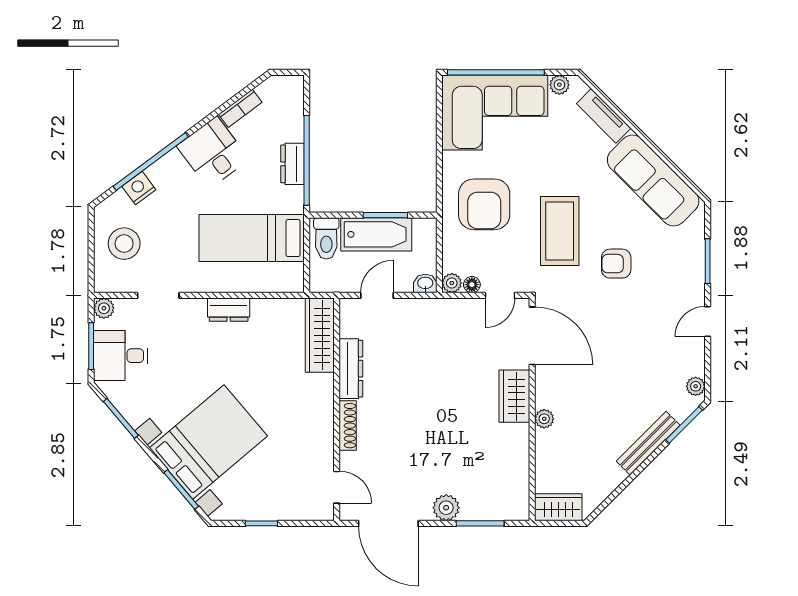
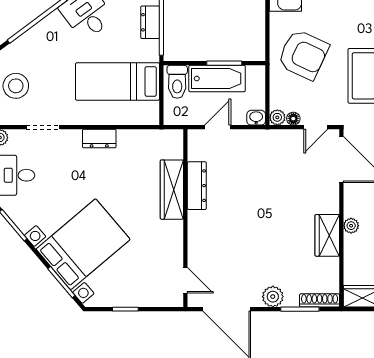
nightstand: (139, 188) -> (28, 42), removed
armchair: (484, 204) -> (303, 55), turned -65
wardrobe: (320, 335) -> (172, 190), moved
wardrobe: (514, 396) -> (327, 235), moved
shoe rack: (348, 426) -> (320, 300), moved, turned -90

